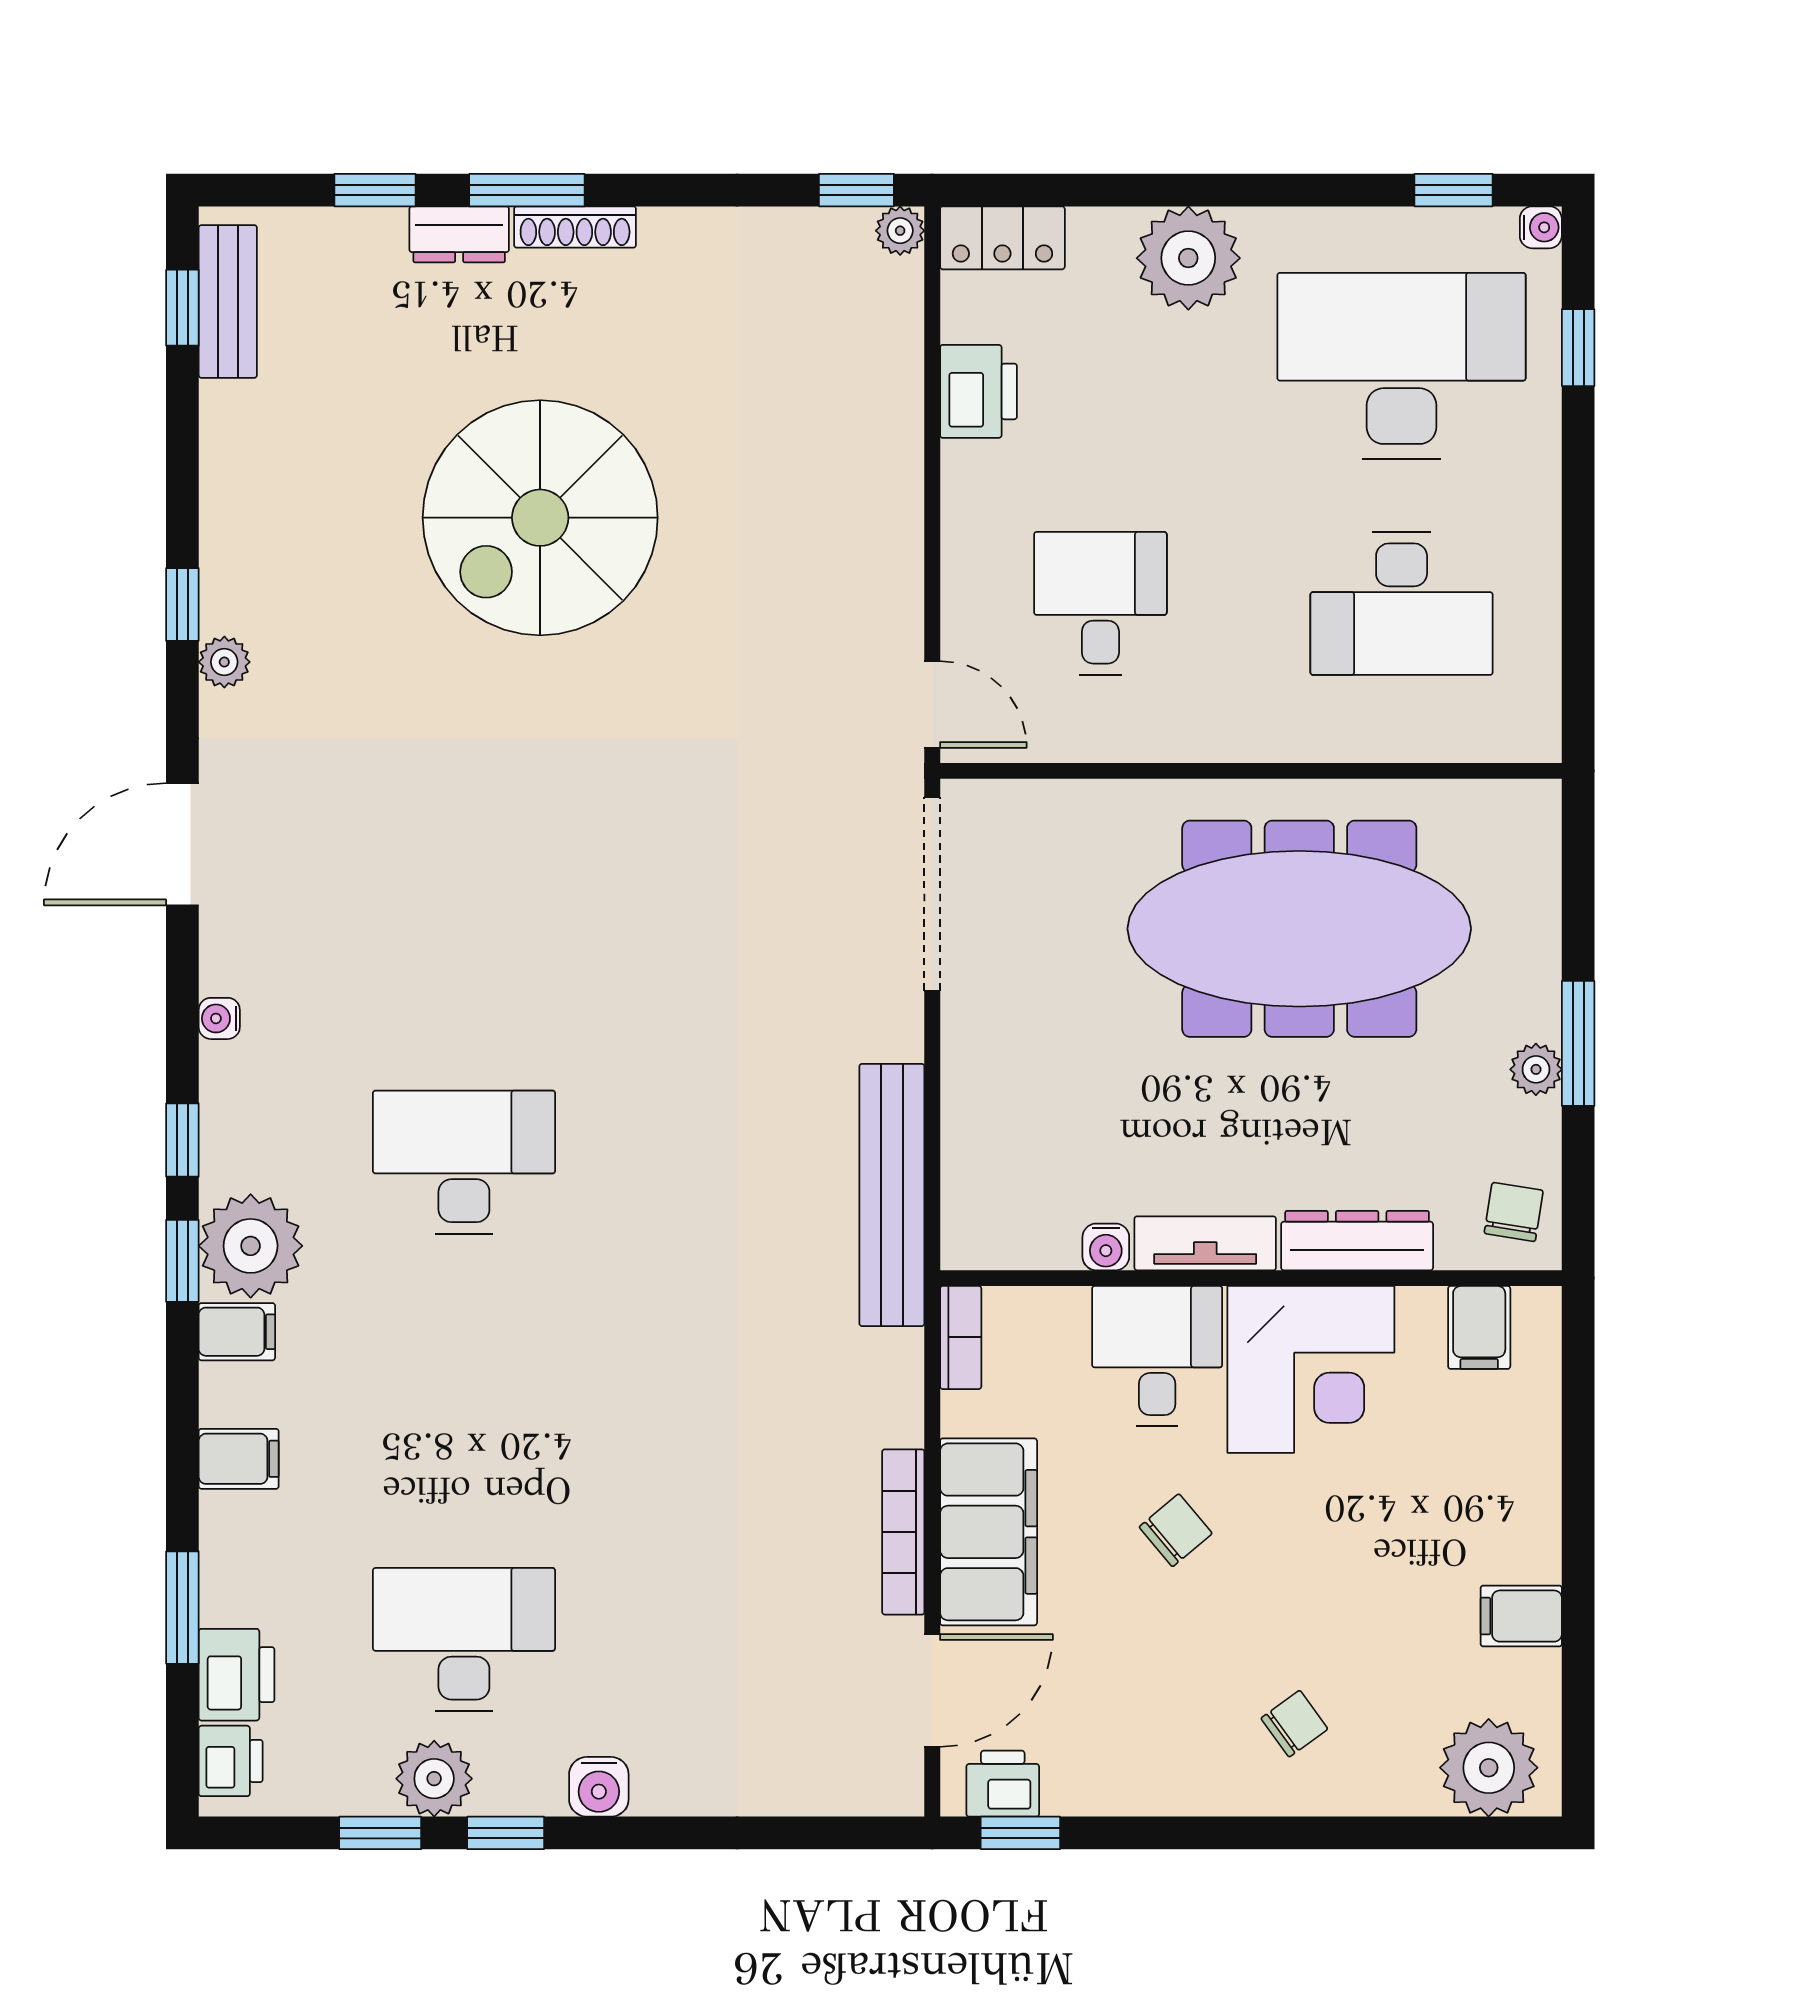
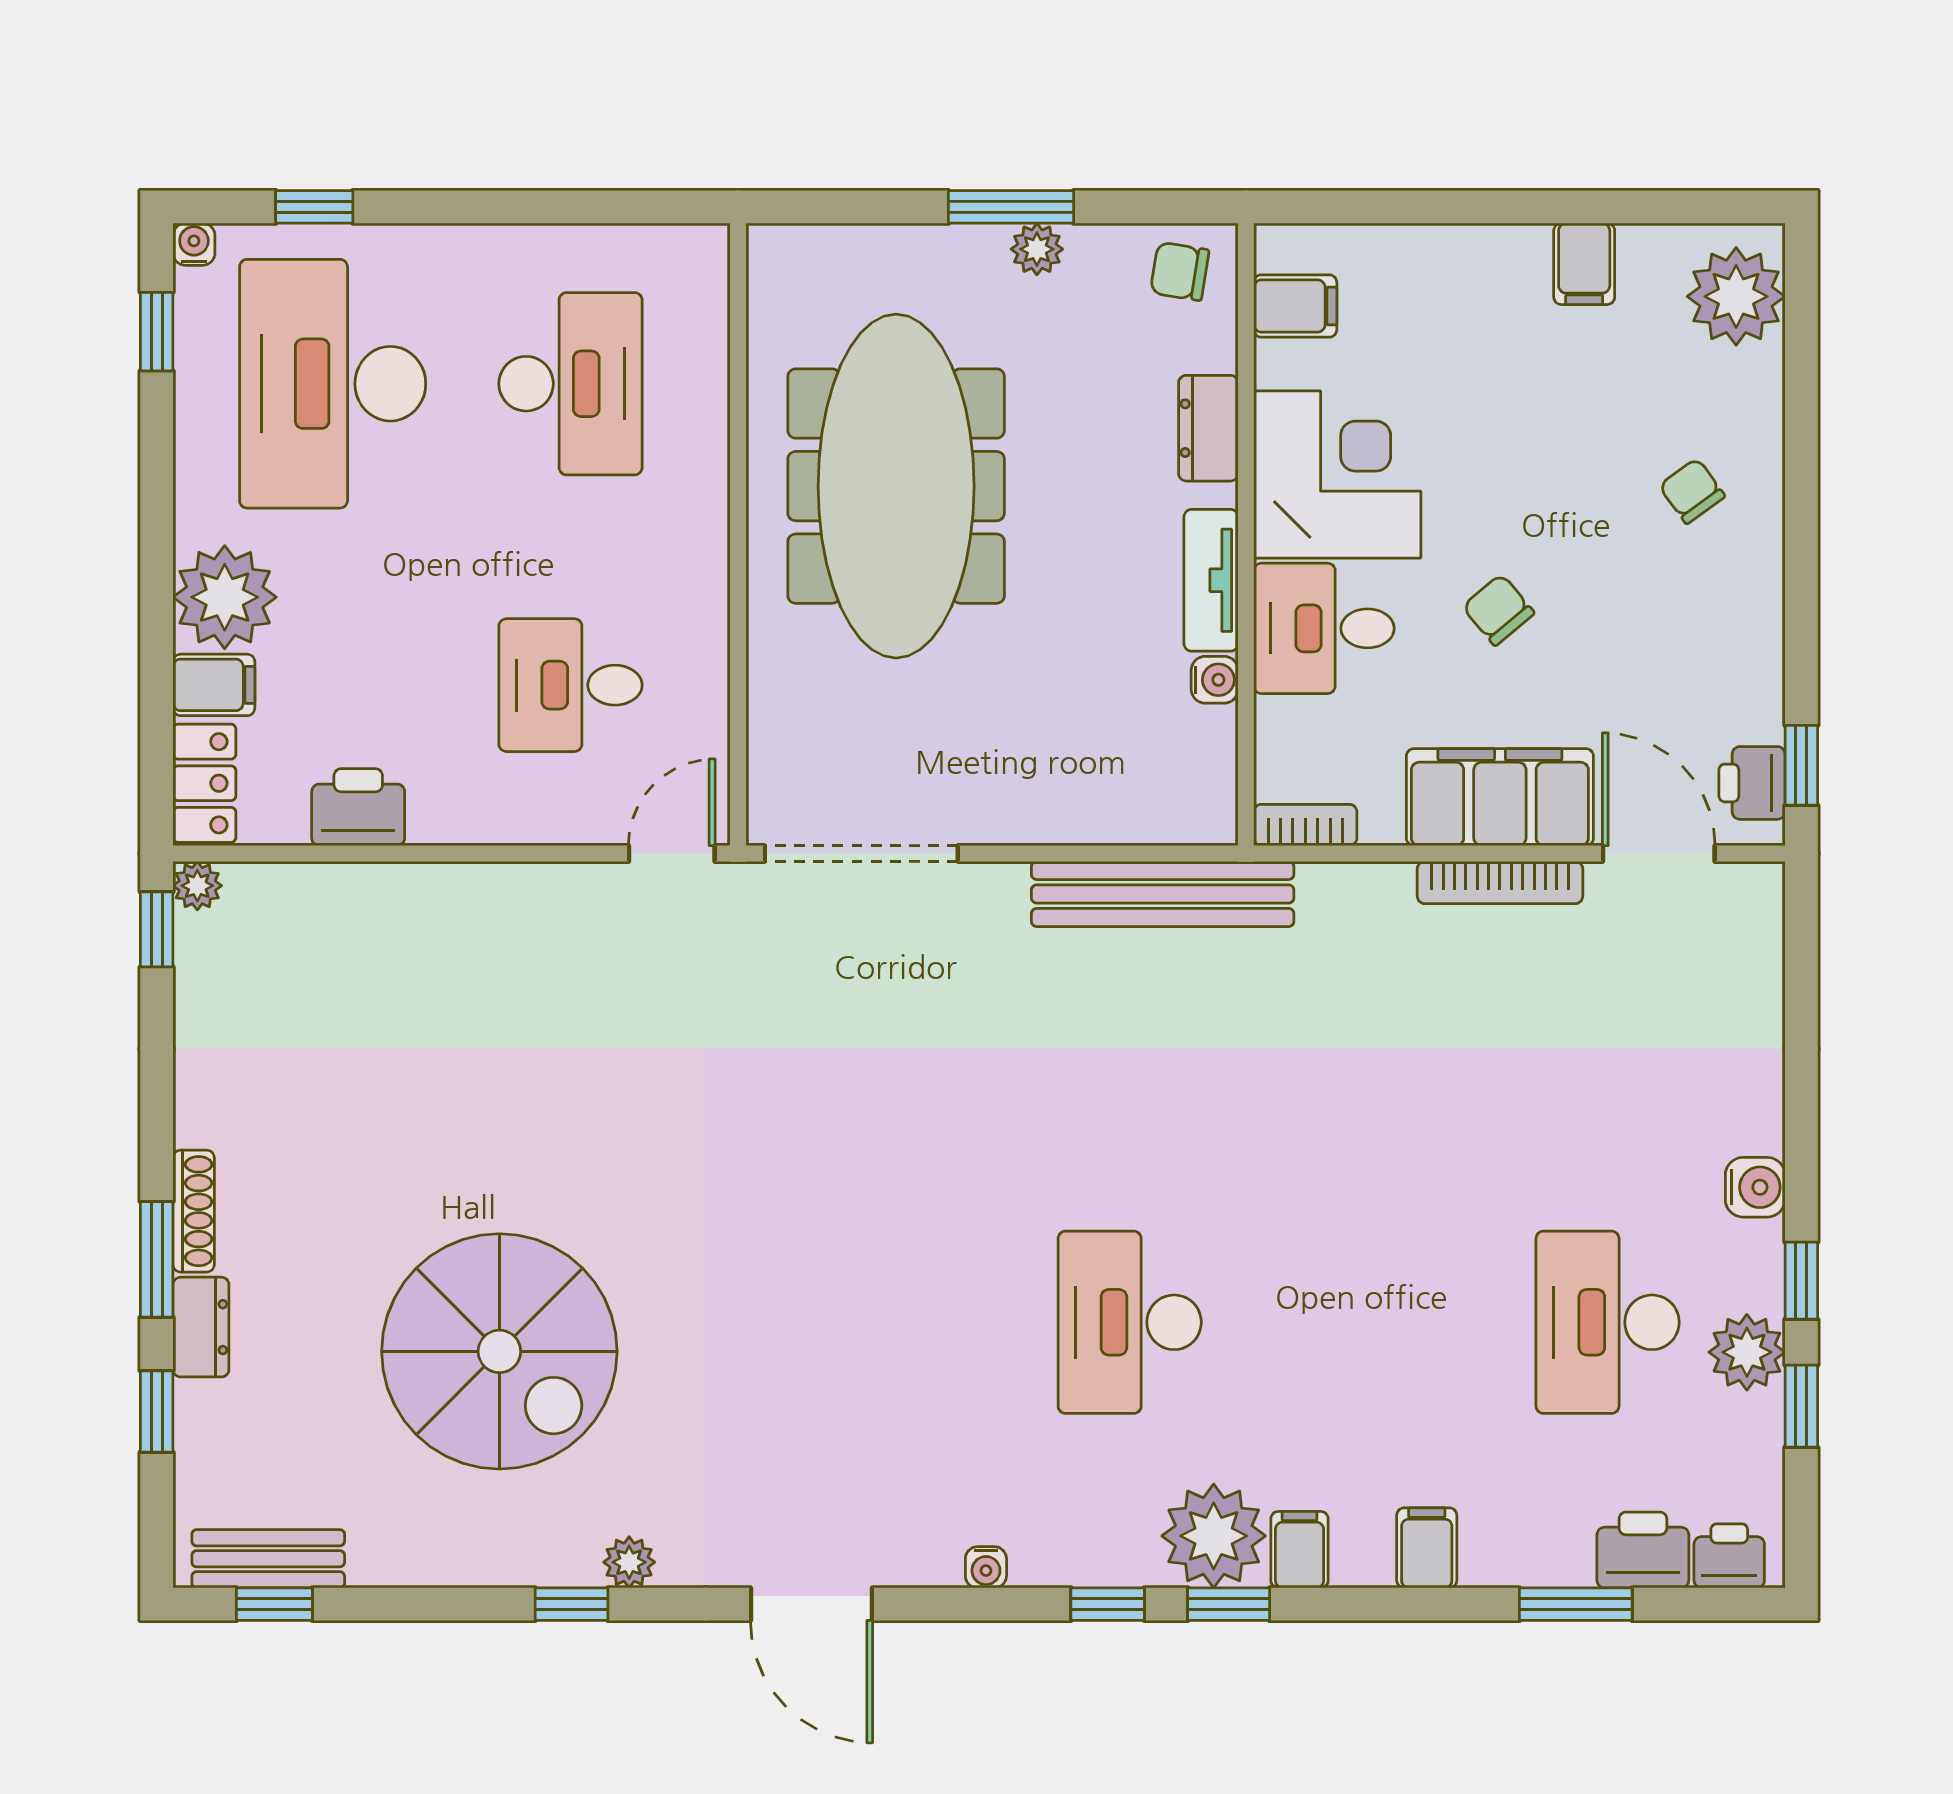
filing cabinet: (1101, 247) -> (214, 685), added
spiral stairs: (540, 518) -> (499, 1351), moved
dresser: (1357, 1241) -> (1208, 428), width x0.70

